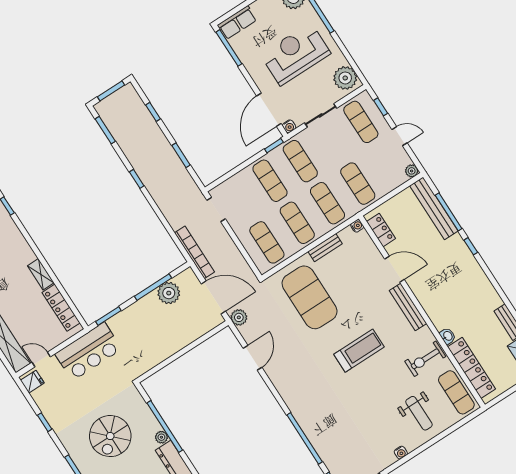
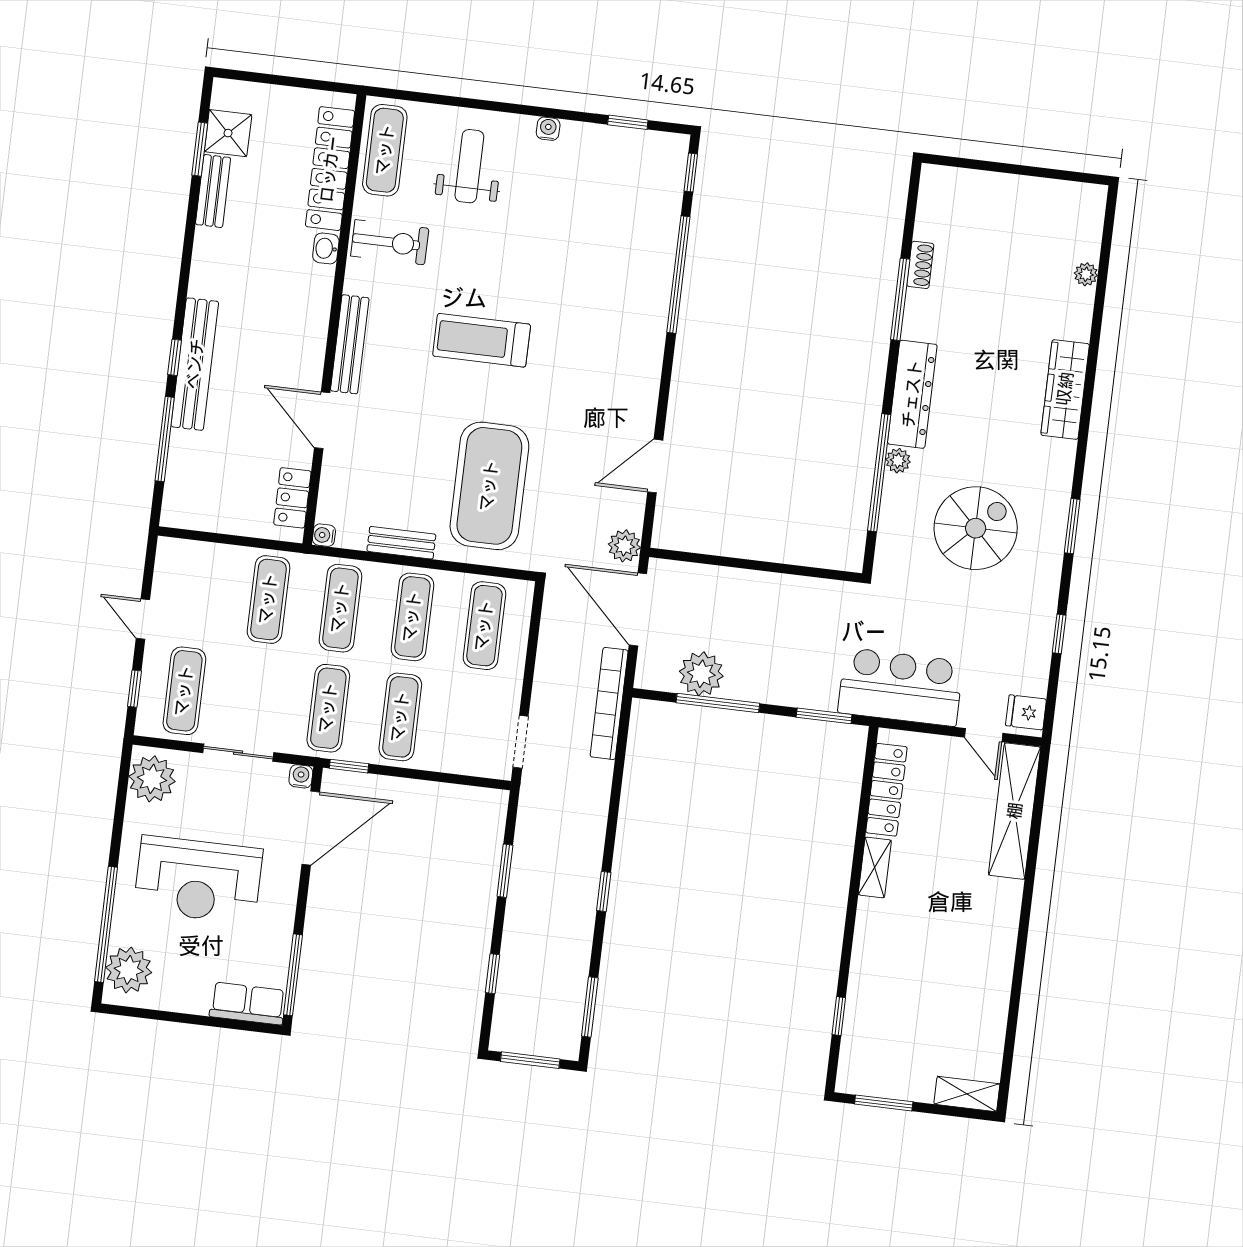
plant: (412, 171) -> (169, 550), removed
bench: (434, 208) -> (195, 364), moved

